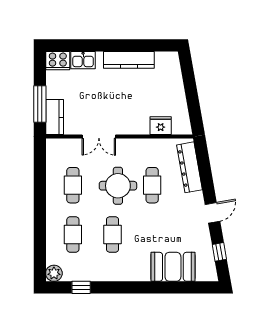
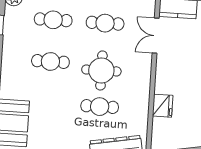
fridge: (161, 126) -> (163, 106), moved
double door: (99, 136) -> (156, 36), moved

